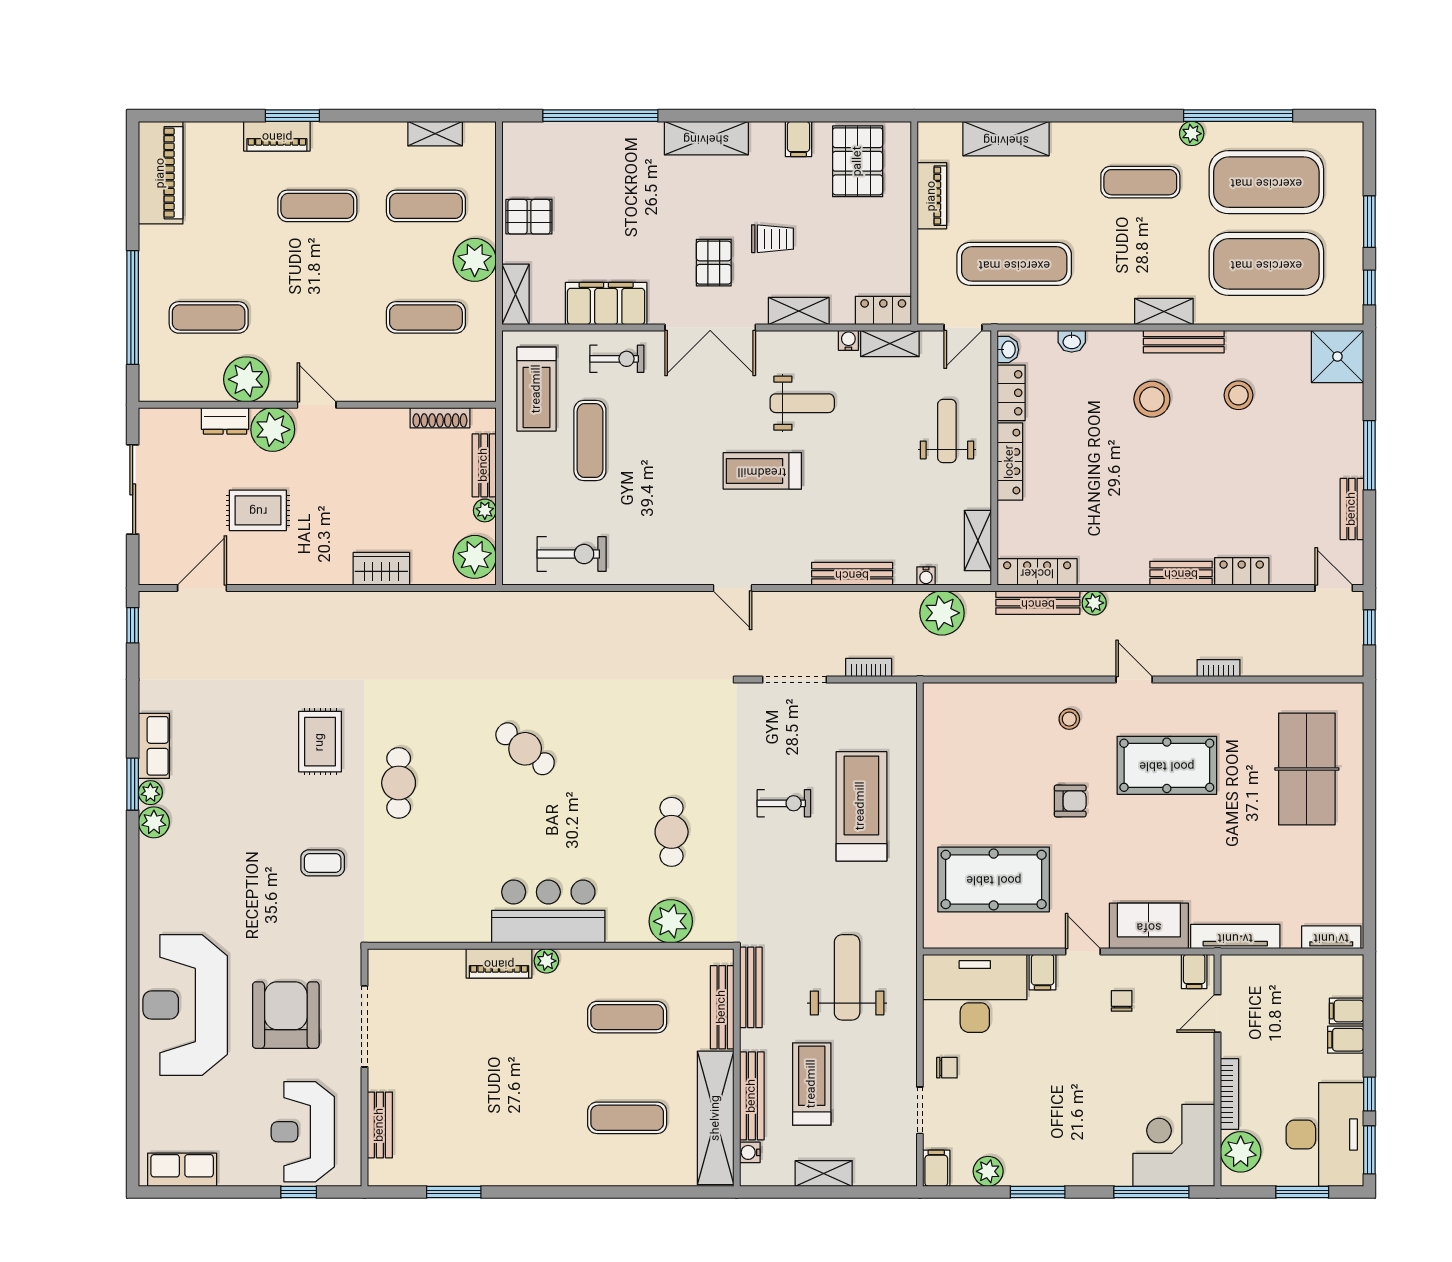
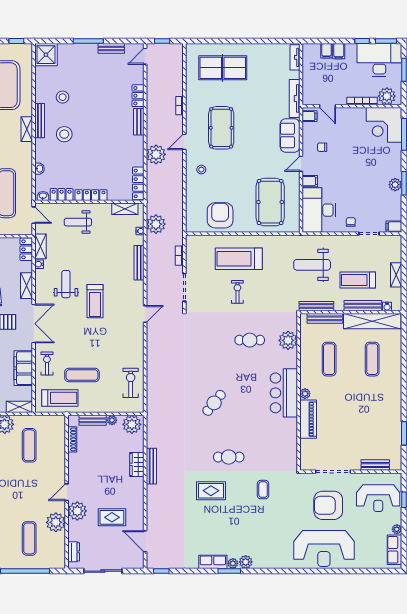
dresser: (225, 421) -> (74, 552), moved
rug: (258, 510) -> (112, 517), turned 90
bench: (1038, 603) -> (151, 466), moved
plant: (1094, 603) -> (156, 154), width x1.87, depth x1.87
armchair: (1070, 801) -> (220, 215), moved, width x1.88, depth x1.88
piano: (499, 963) -> (308, 419), width x1.37, depth x1.33
plant: (988, 1171) -> (395, 185), moved
plant: (230, 1175) -> (397, 529), added

